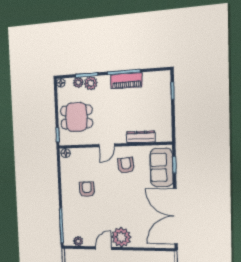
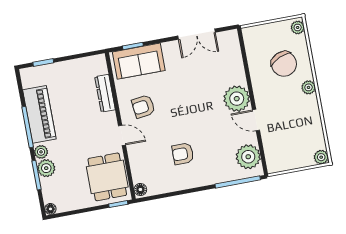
piano: (126, 81) -> (39, 114), width x1.37, depth x1.33
plant: (78, 82) -> (41, 152), moved
dining table: (76, 117) -> (107, 177), moved
double door: (175, 216) -> (197, 34), width x0.54
plant: (78, 241) -> (248, 157), width x1.88, depth x1.88

